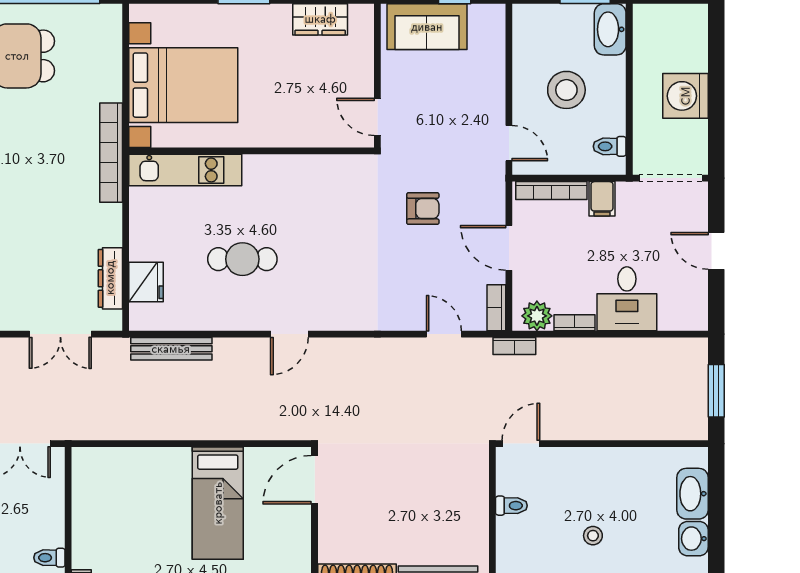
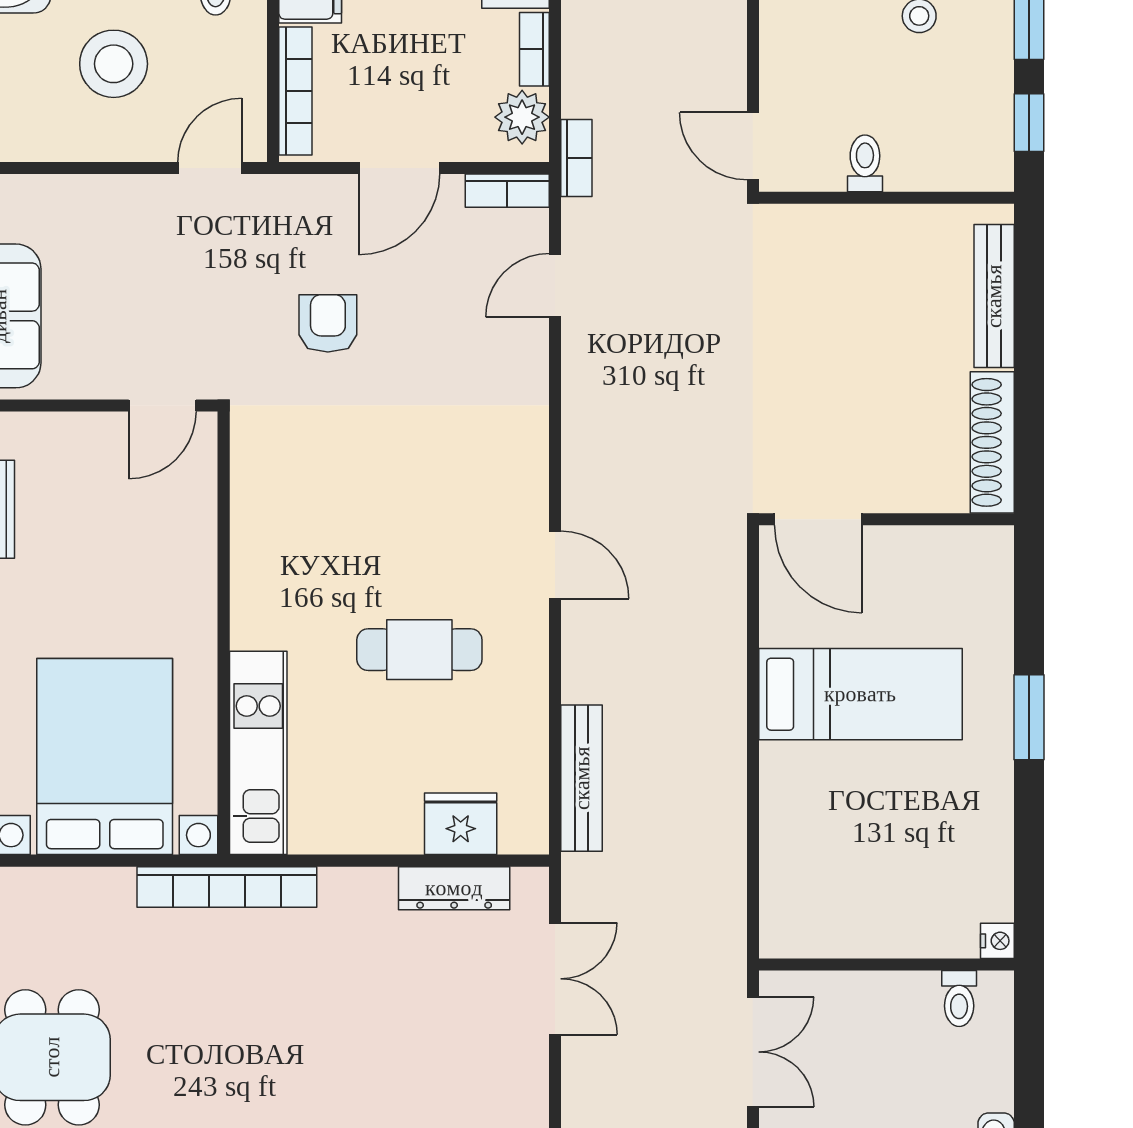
cafe table: (242, 259) -> (419, 650), turned 90

